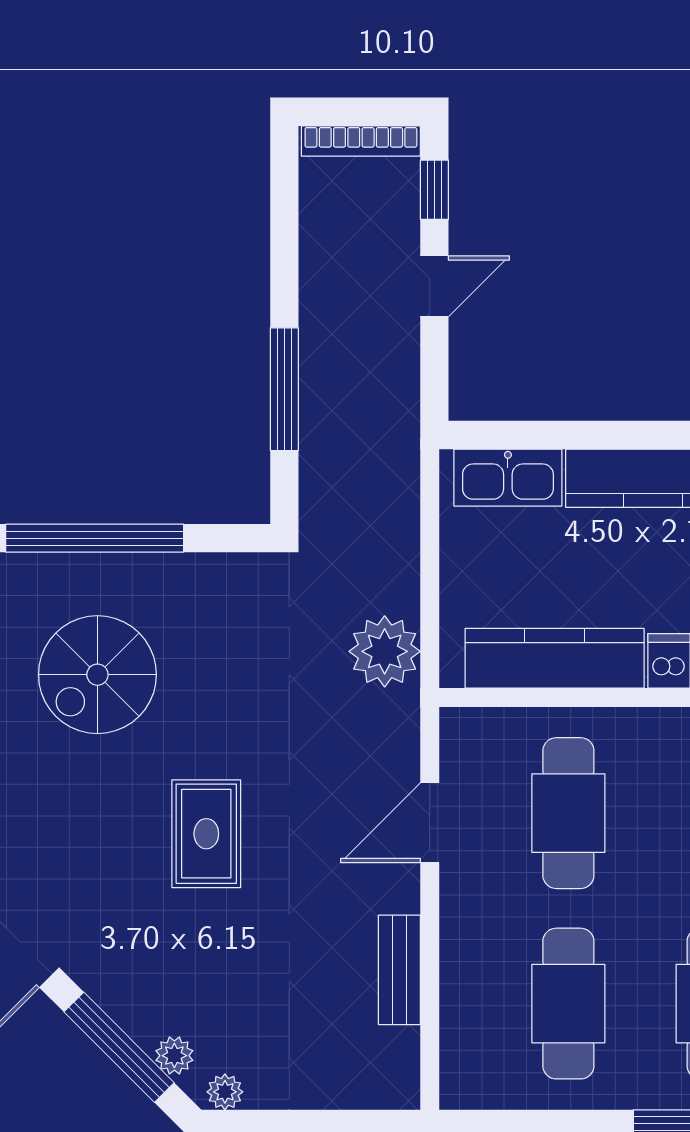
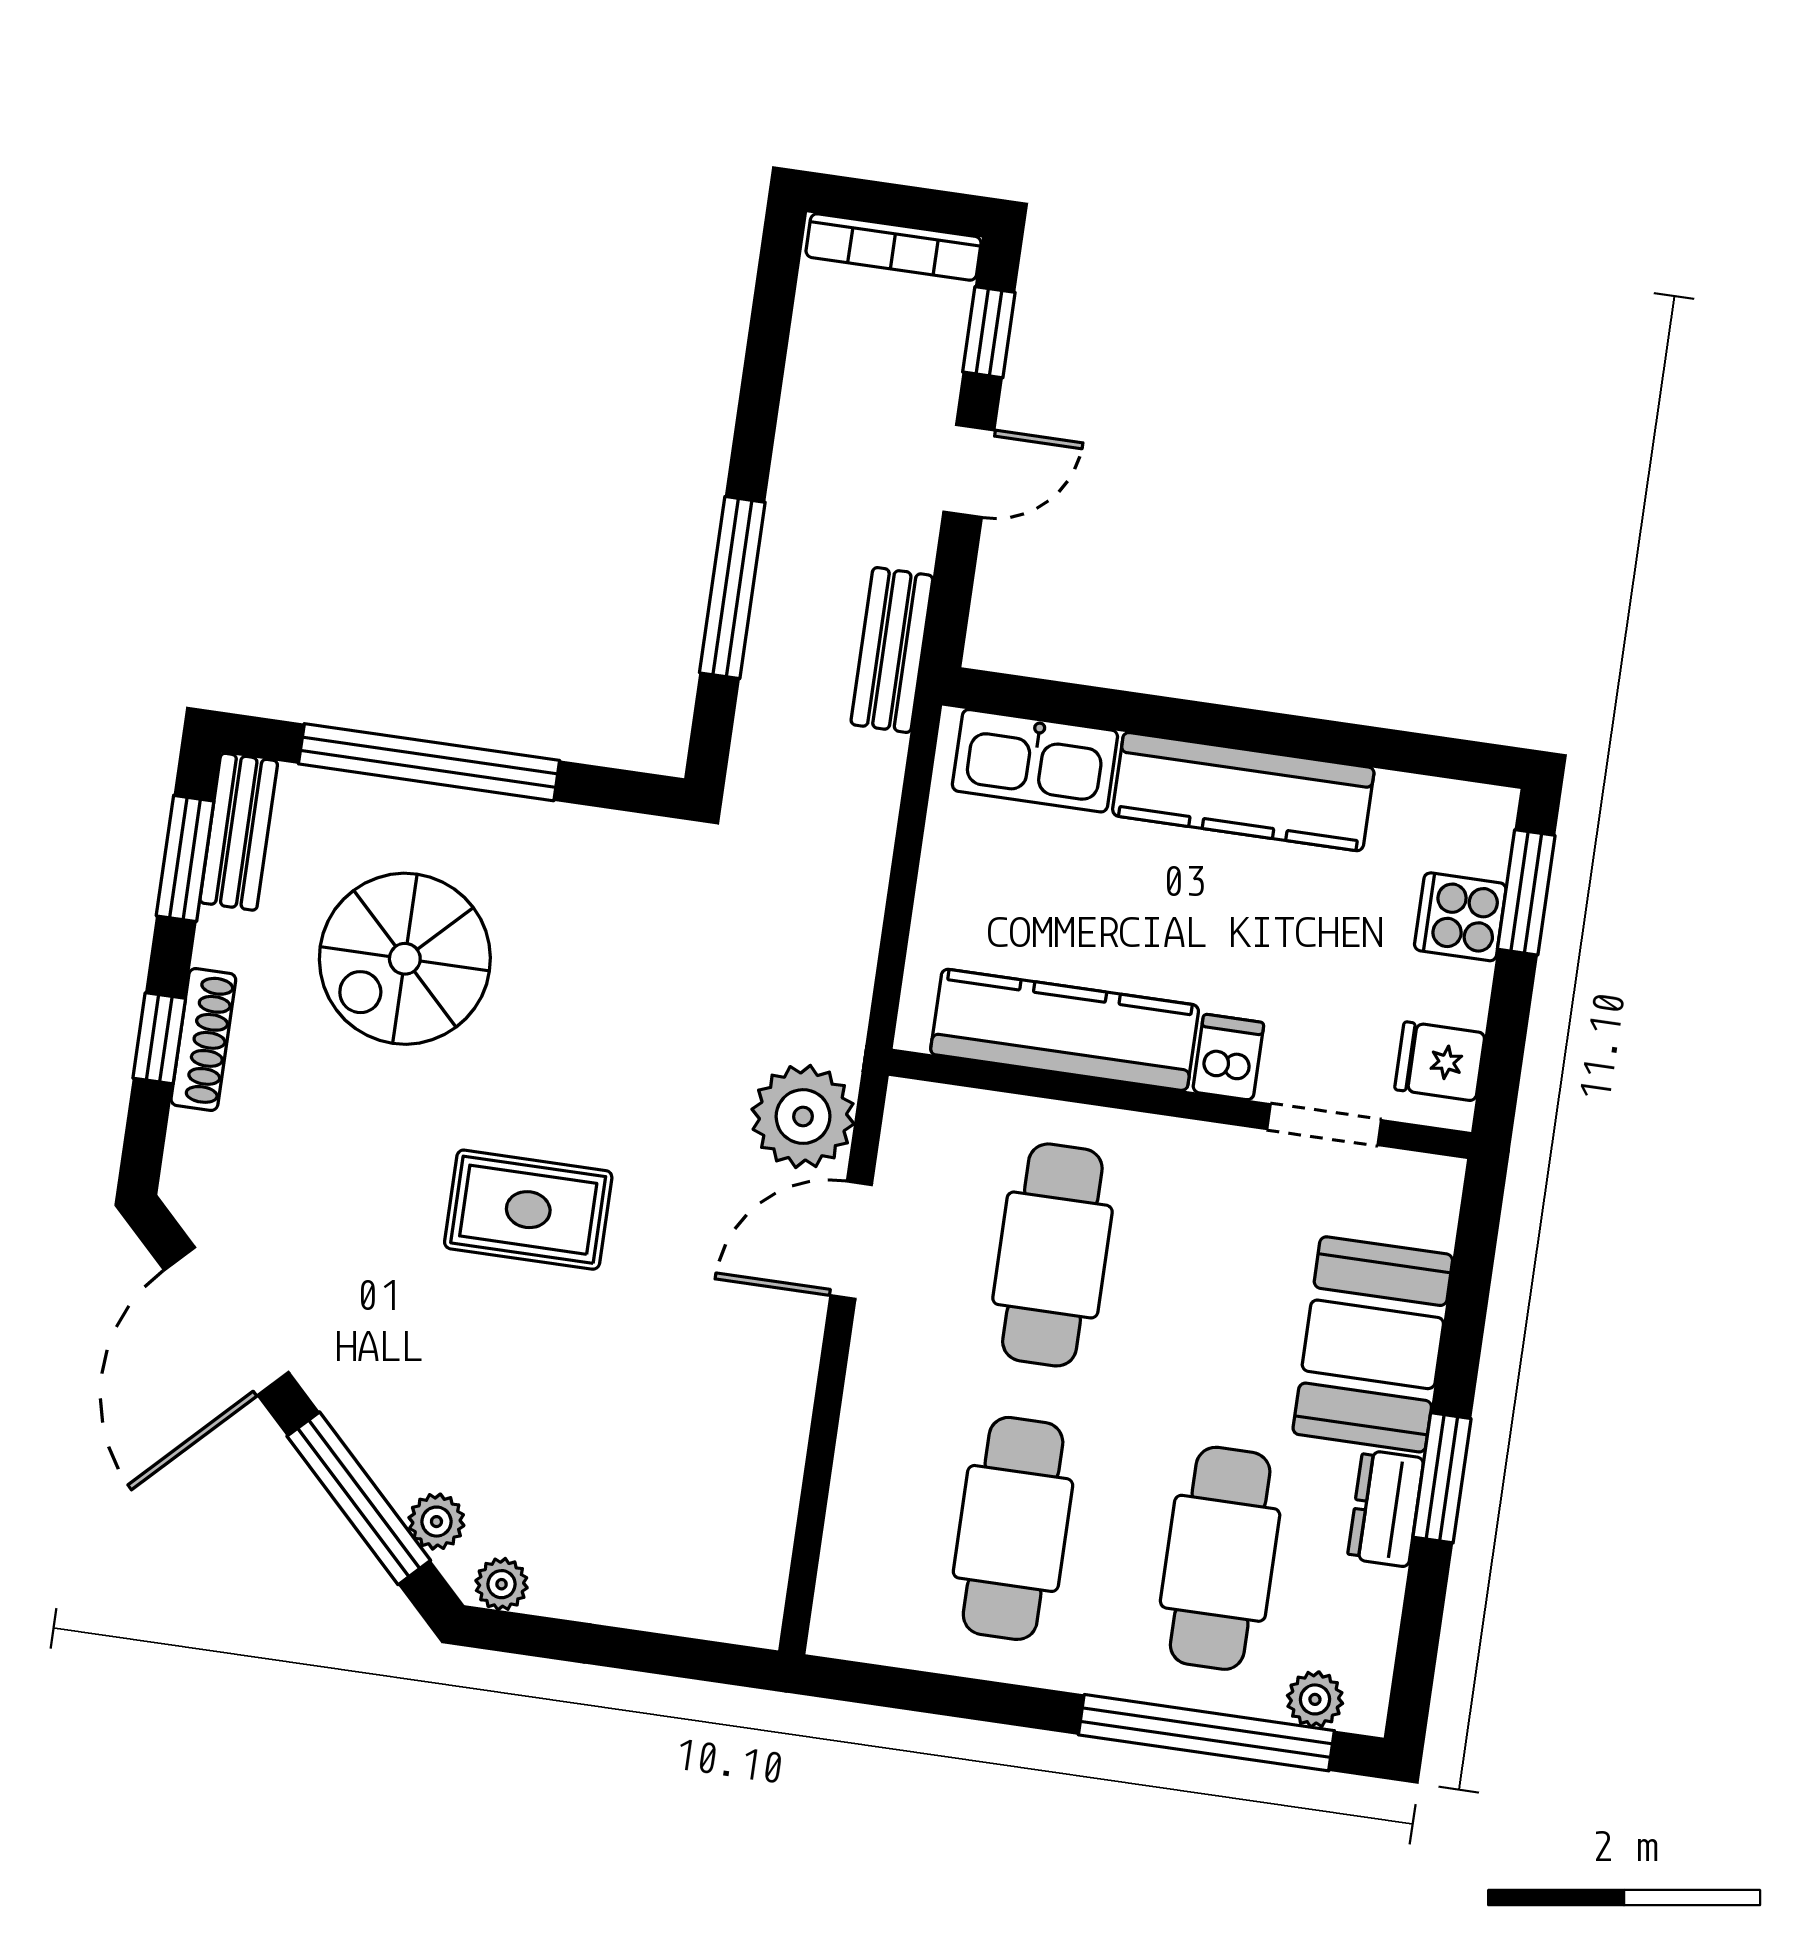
plant: (385, 651) -> (803, 1117), moved
rug: (206, 834) -> (528, 1210), turned 90
bench: (399, 970) -> (892, 650), moved

